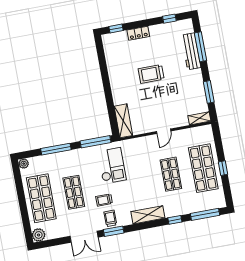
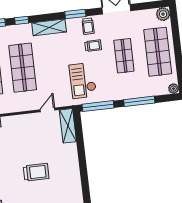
door: (164, 131) -> (47, 110), moved
shop shelf: (171, 174) -> (23, 68), width x1.43, depth x1.36
window: (114, 231) -> (75, 14), moved

